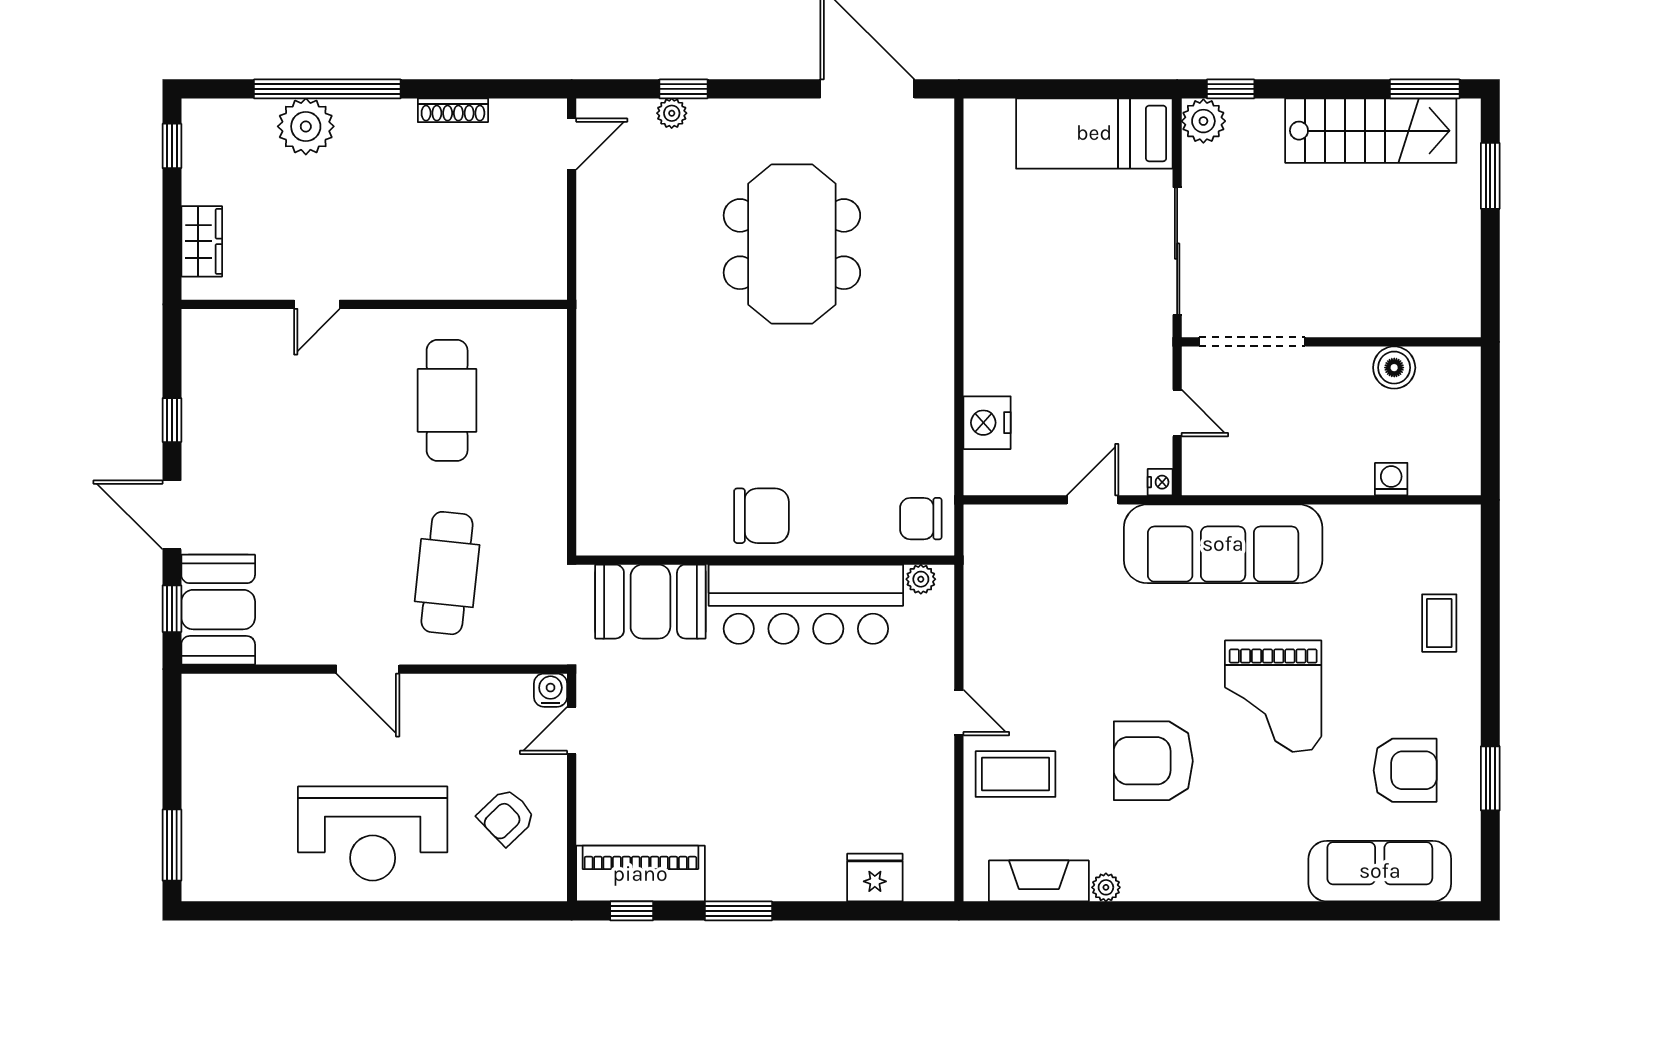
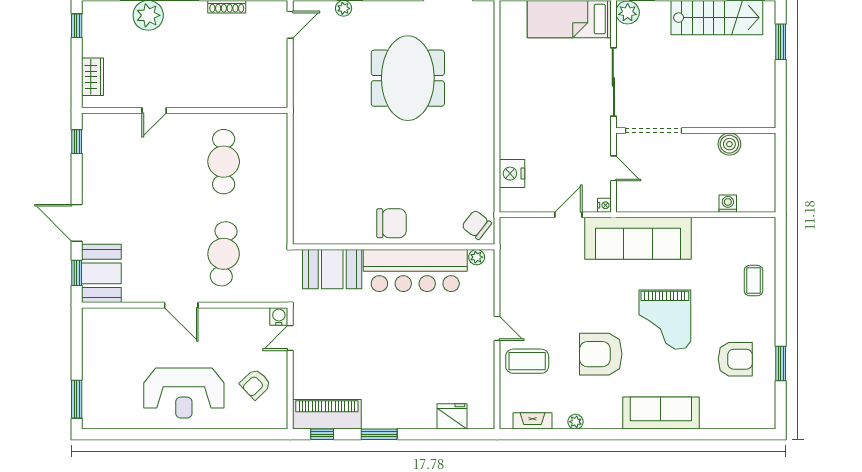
window: (172, 420) -> (77, 142), moved
chair: (921, 519) -> (477, 225), turned 38
sofa: (1380, 871) -> (661, 413), moved
fireplace: (1039, 881) -> (532, 421), width x0.73, depth x0.76

